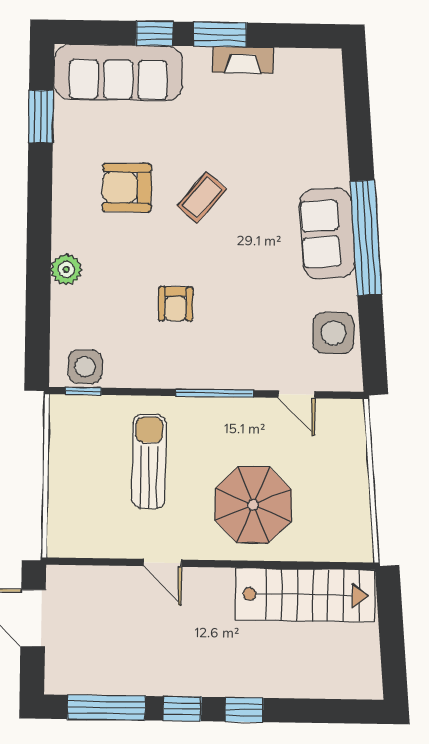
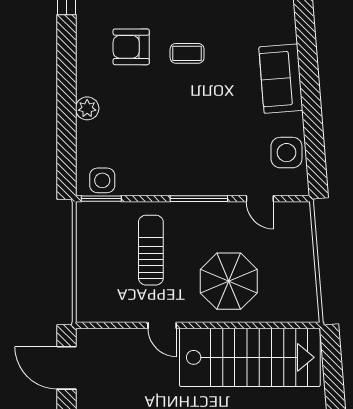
coffee table: (202, 198) -> (187, 53), turned 50
window: (366, 238) -> (310, 81), removed
armchair: (176, 304) -> (169, 133), removed
window: (83, 391) -> (101, 199), width x1.50
stairs: (305, 595) -> (250, 357), width x1.36, depth x1.51

